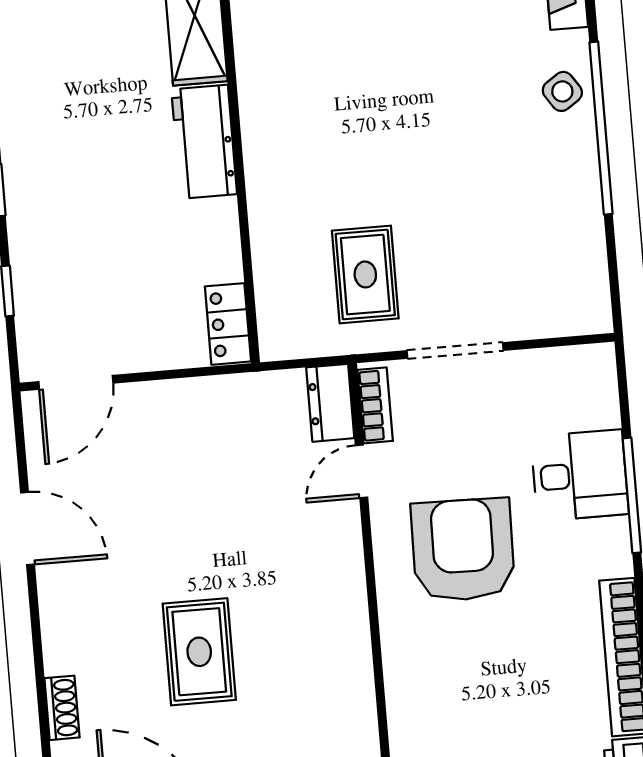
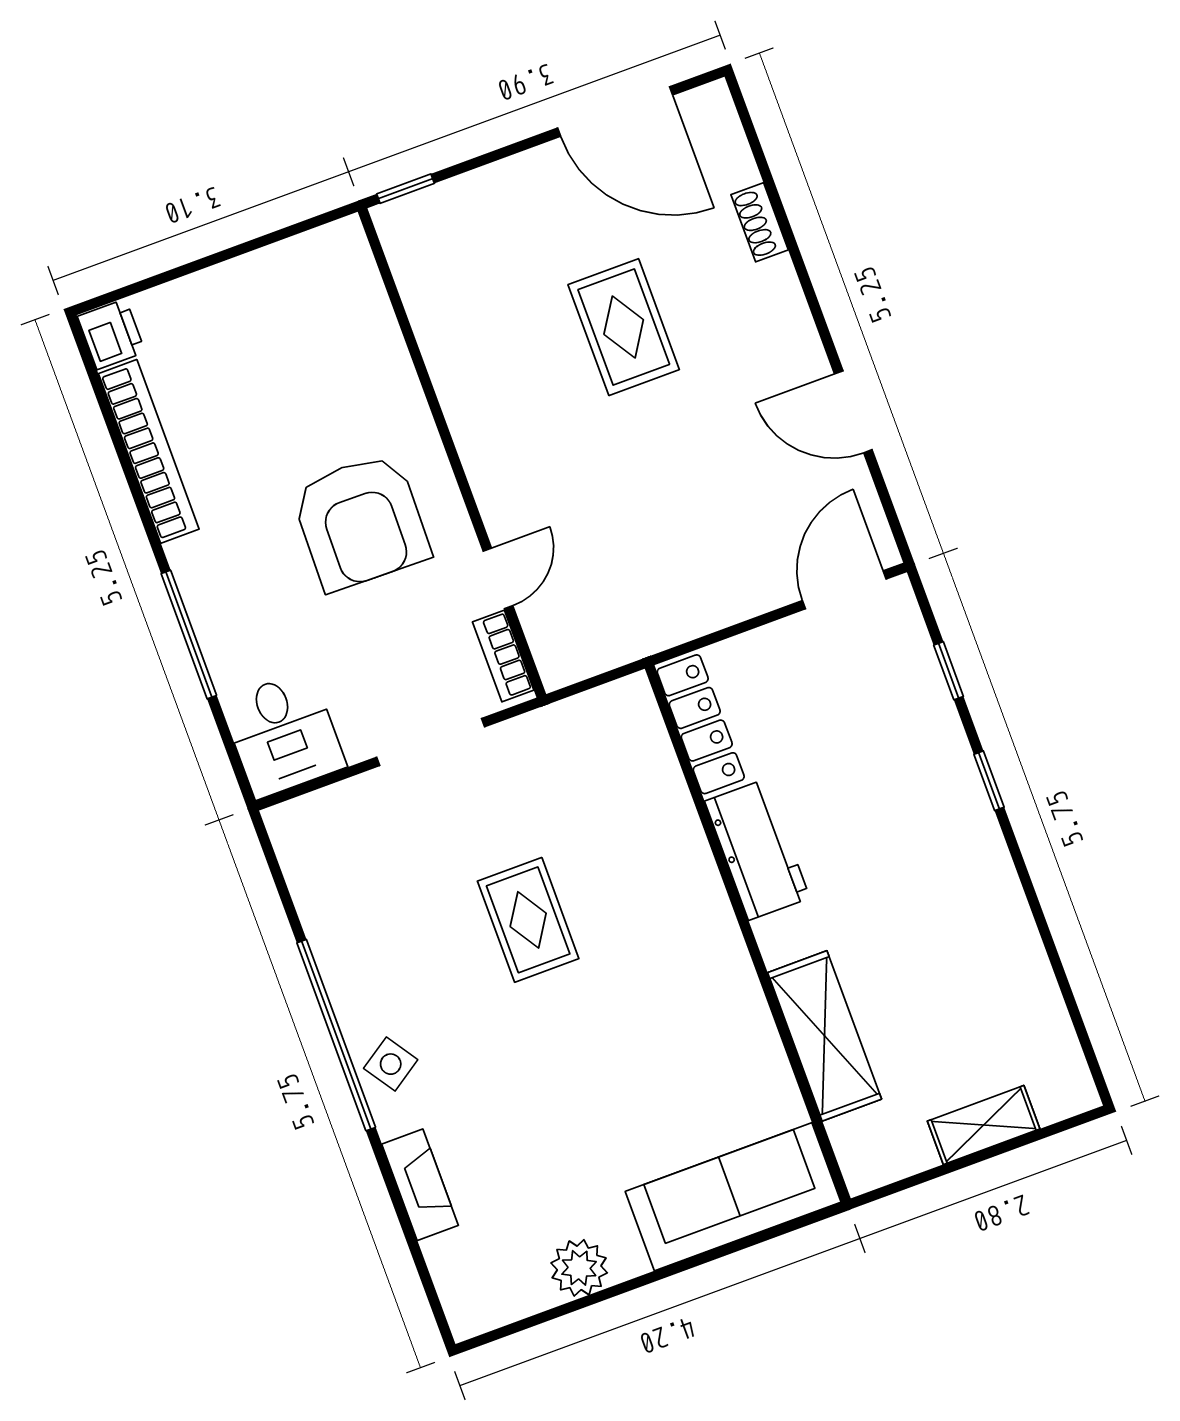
workbench: (204, 142) -> (757, 850), moved
rug: (365, 274) -> (528, 920), moved
locker: (228, 324) -> (701, 724), width x1.53
dresser: (330, 403) -> (554, 645), removed
desk: (580, 475) -> (283, 734), moved, turned -90

